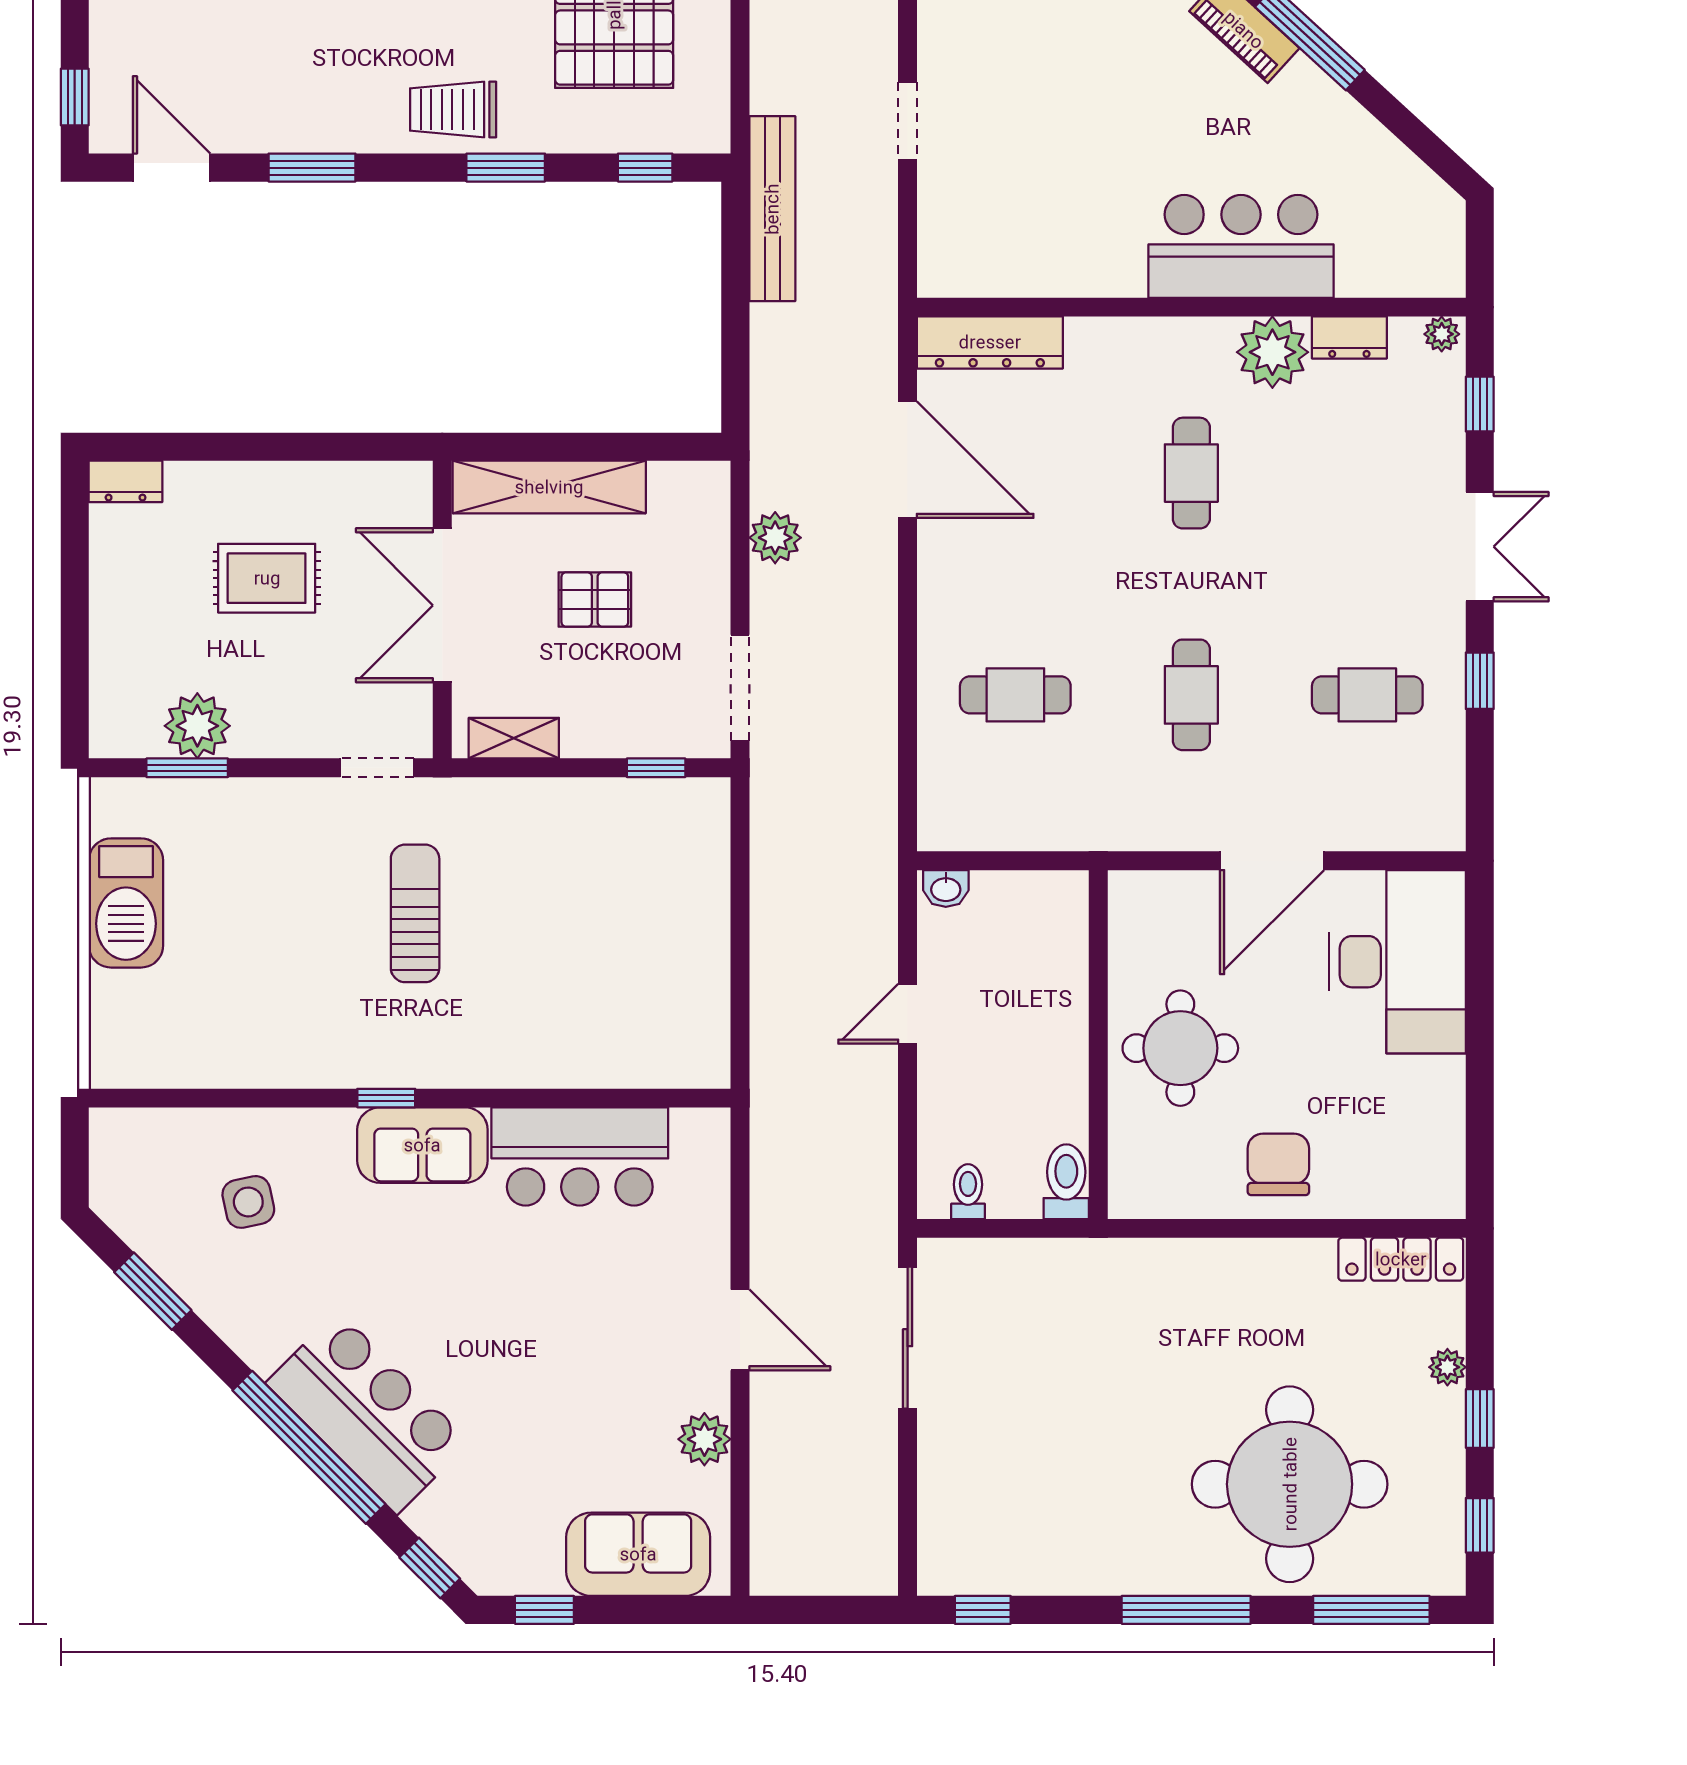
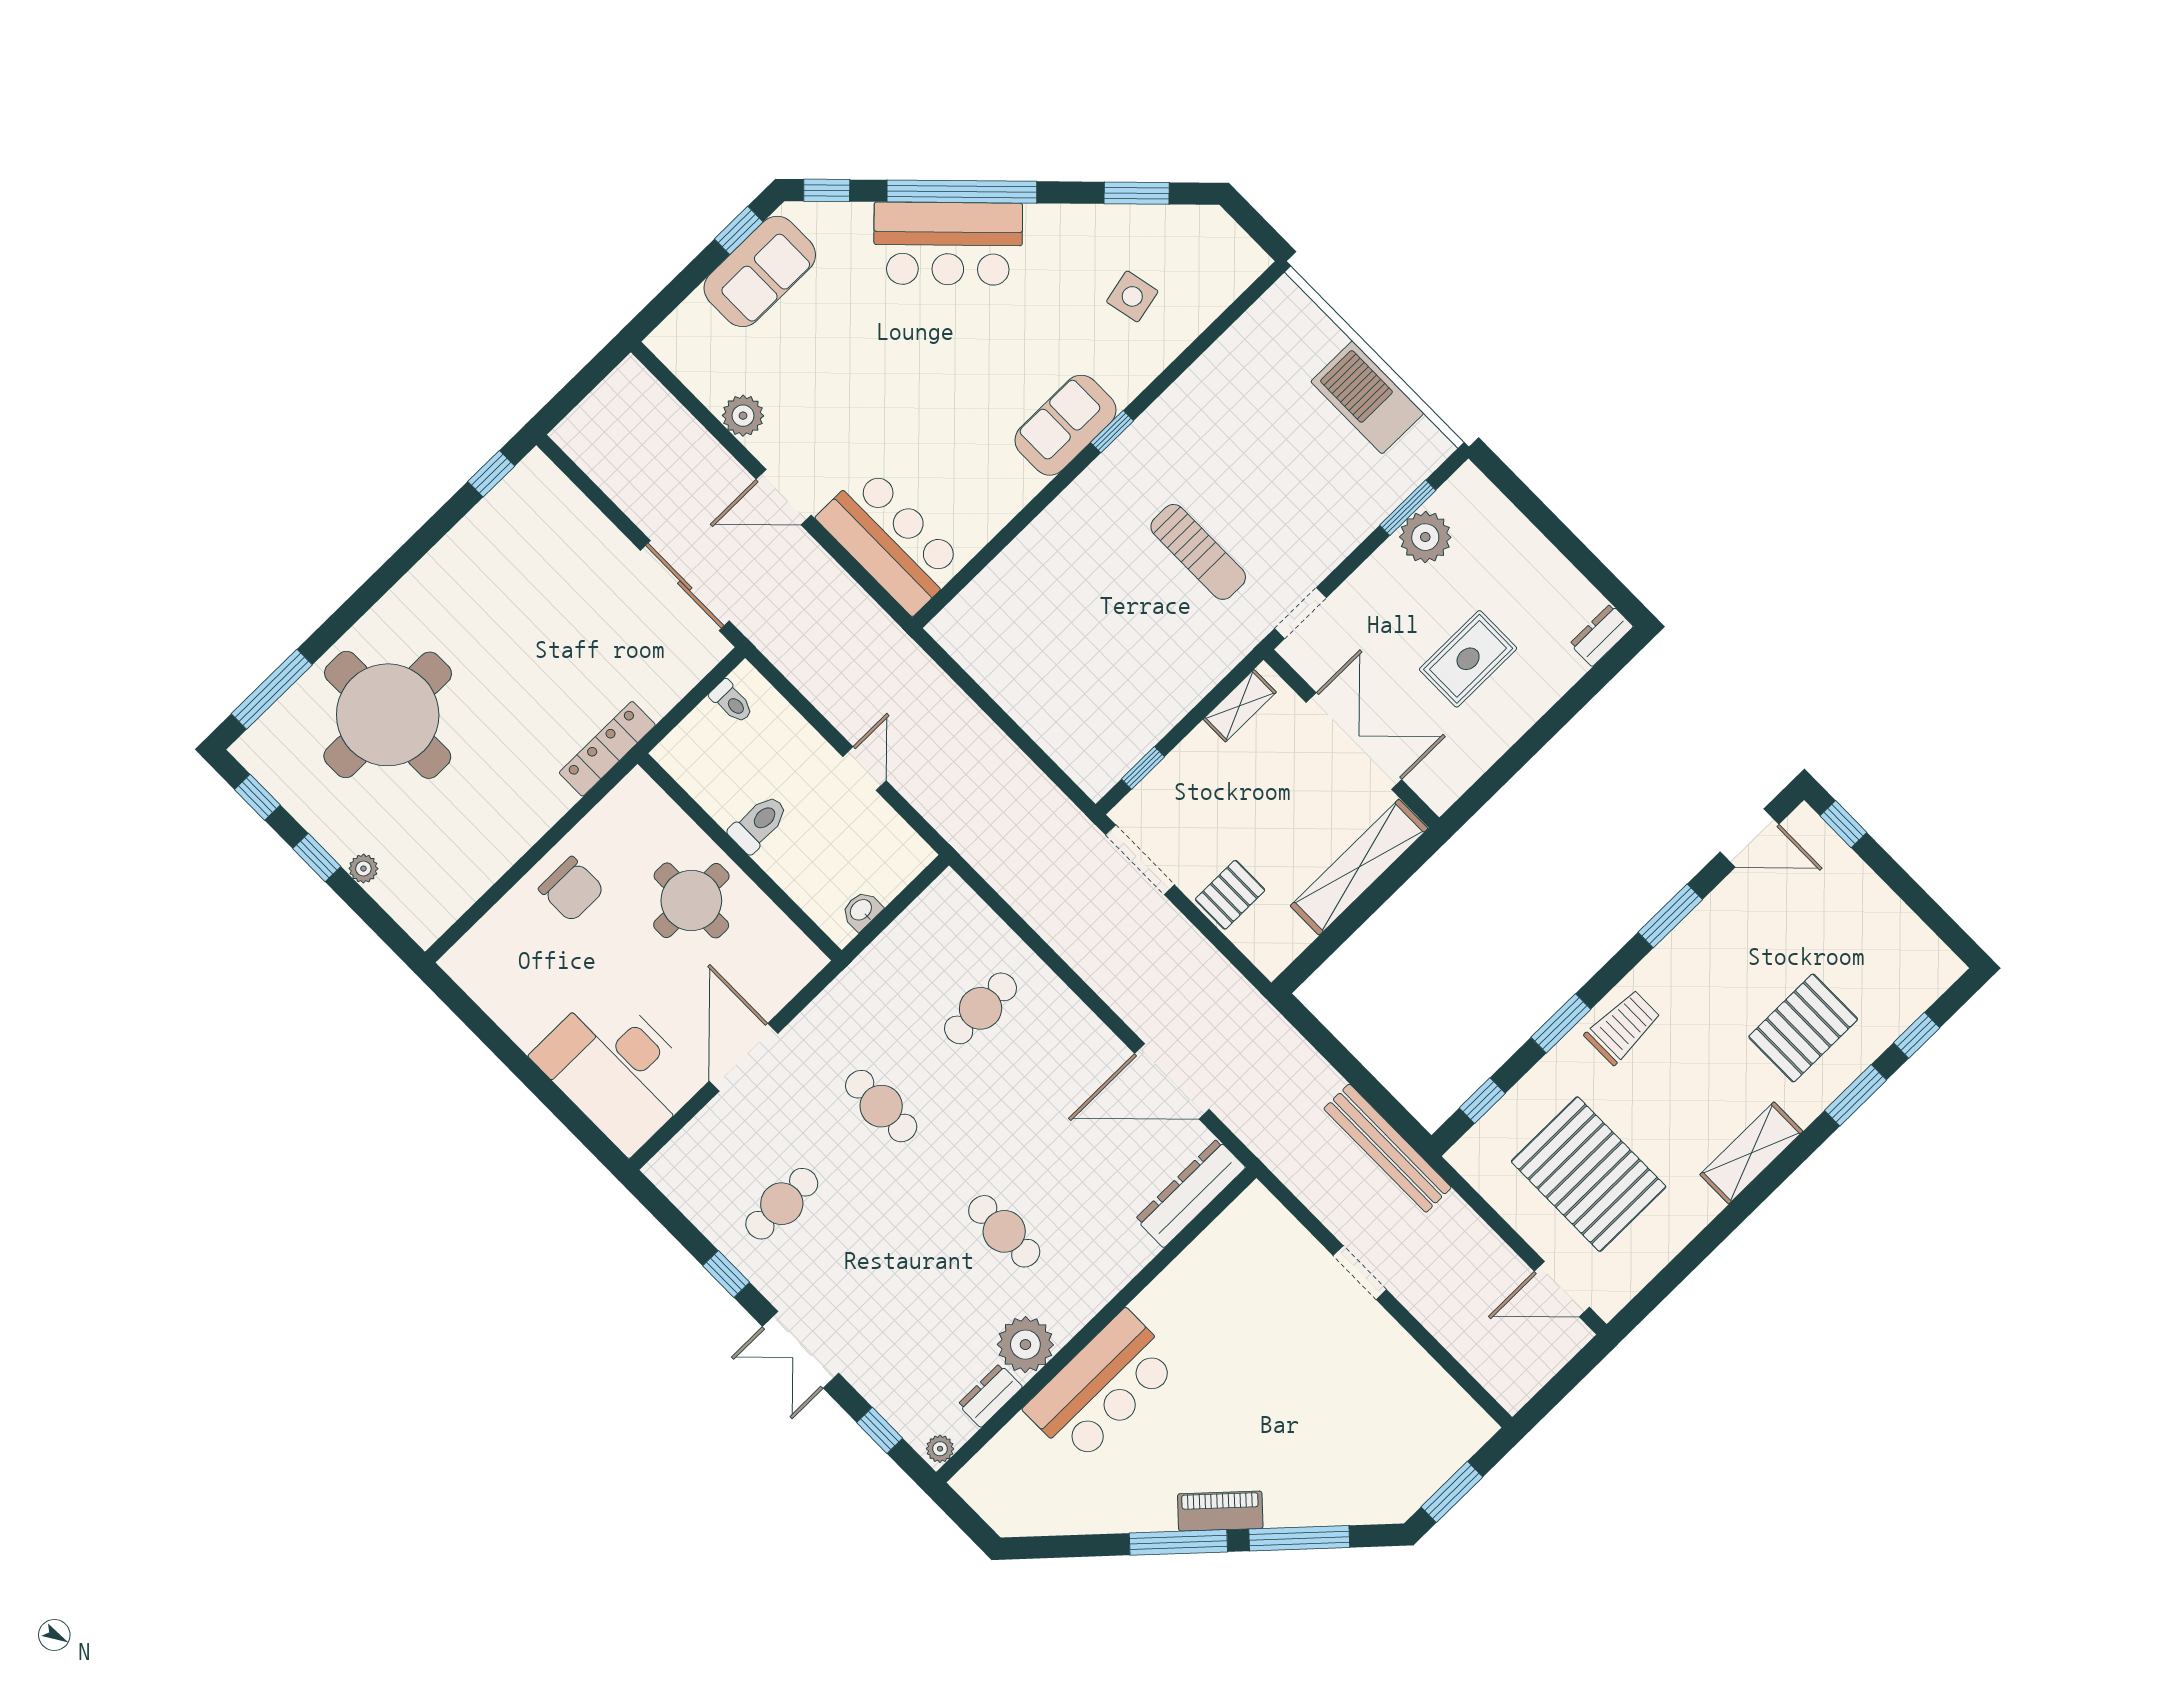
plant: (775, 538) -> (1203, 964), removed
pallet: (595, 600) -> (1230, 895), moved
washbasin: (946, 889) -> (861, 910), moved
bar counter: (580, 1156) -> (891, 540), moved, turned 90
toilet: (1066, 1182) -> (759, 824), moved, turned -90
locker: (1401, 1259) -> (607, 749), moved
sofa: (638, 1554) -> (760, 271), moved
window: (1186, 1610) -> (376, 587), removed

